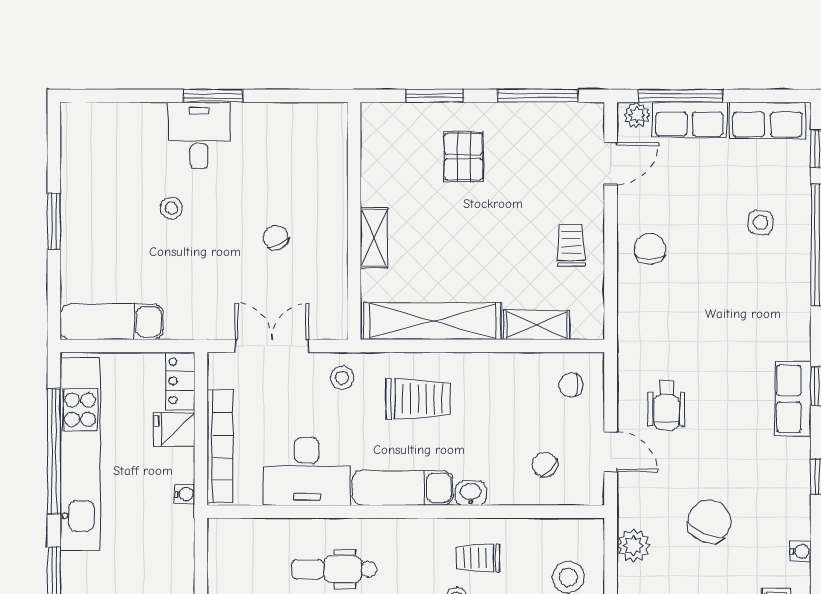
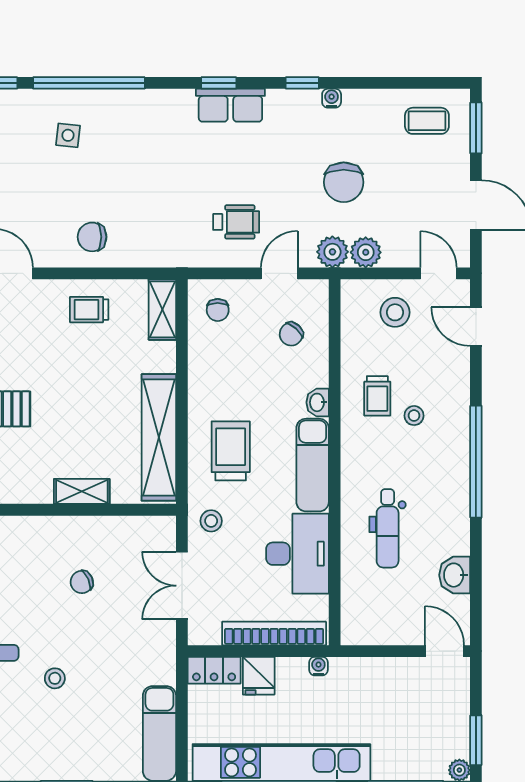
shelving: (537, 325) -> (162, 309), moved
plant: (634, 509) -> (332, 252), added
chair: (709, 522) -> (344, 182), turned -114
water cooler: (801, 551) -> (332, 98), moved

